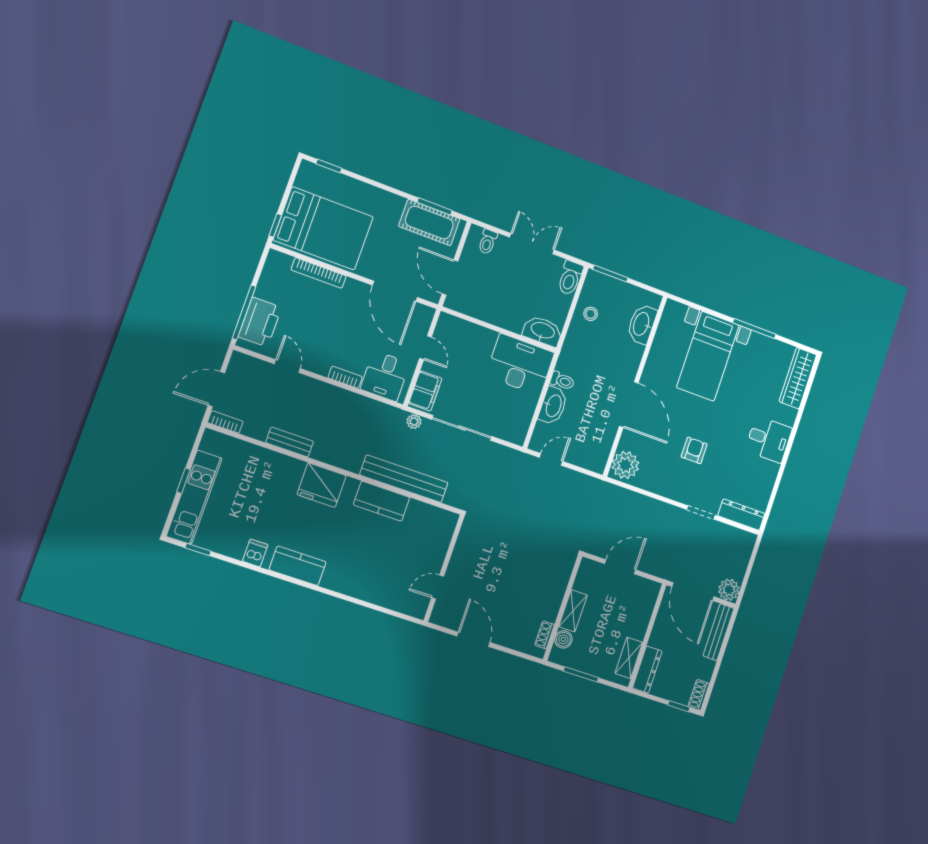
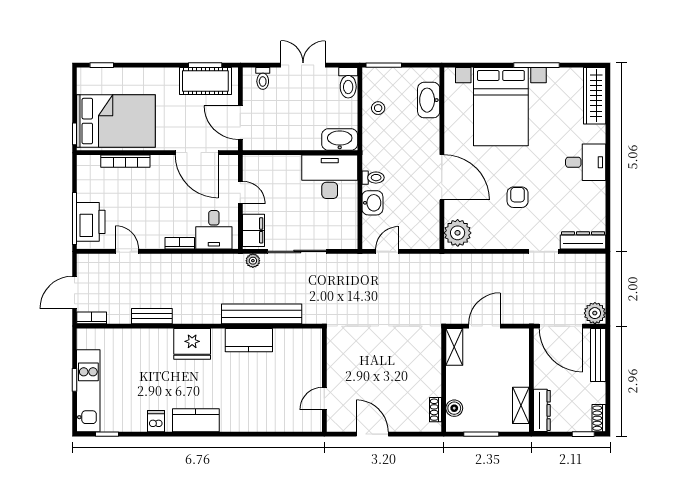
bed with nightstands: (708, 356) -> (501, 107), width x1.36
washbasin: (553, 406) -> (372, 203), width x0.72
shelving: (573, 611) -> (454, 347), moved

